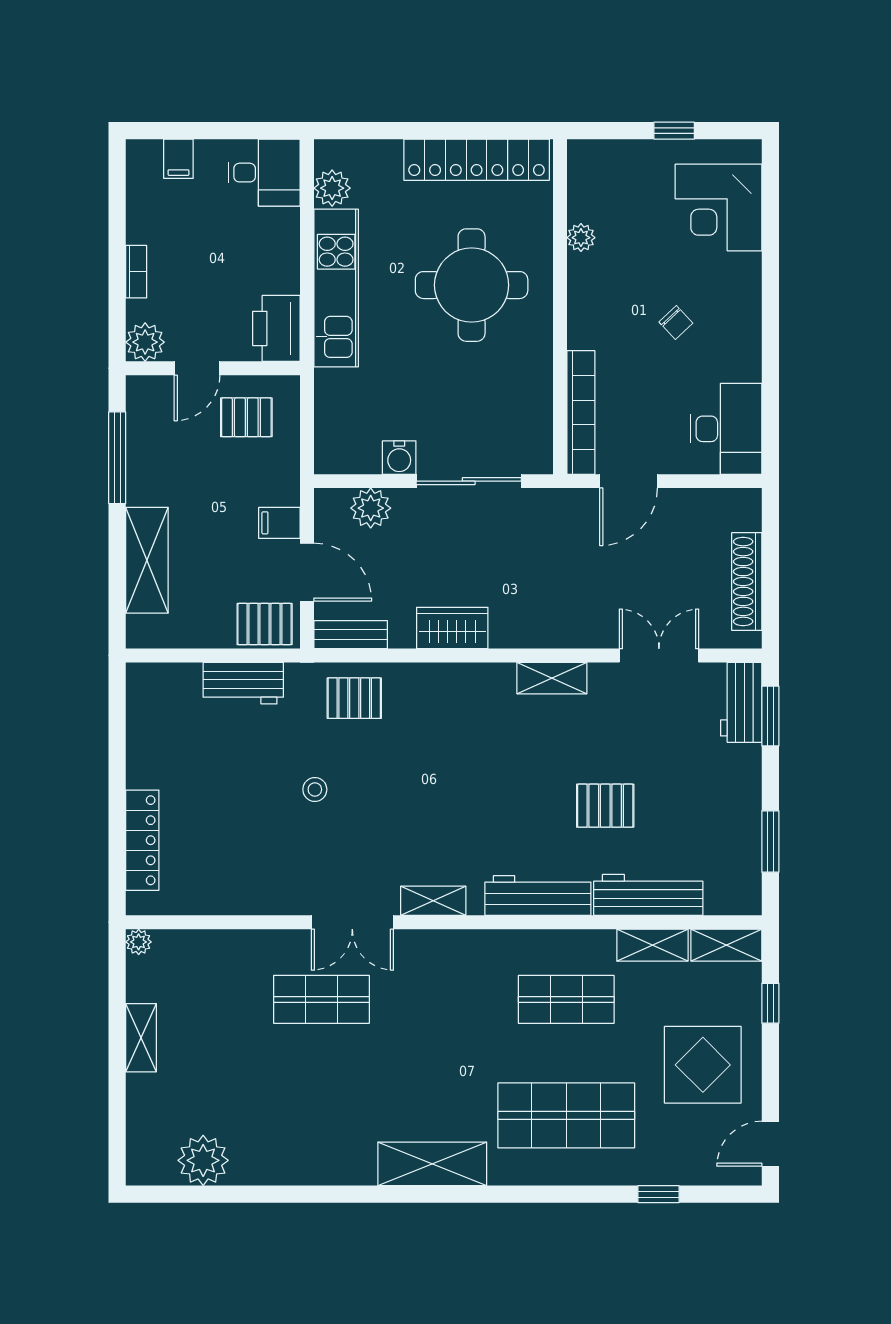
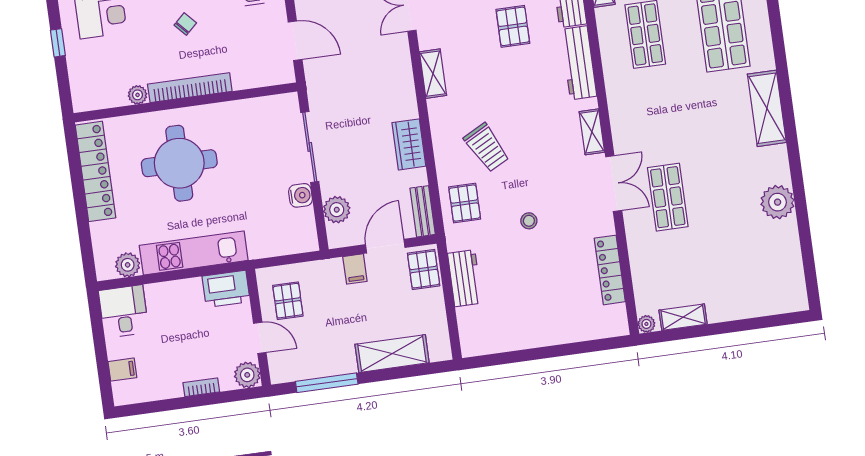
bookcase: (581, 412) -> (190, 88), moved
trolley: (432, 742) -> (487, 148), added
locker: (142, 840) -> (610, 270), moved, turned -90
shelving: (141, 1038) -> (683, 317), moved
plant: (203, 1160) -> (778, 202), moved

